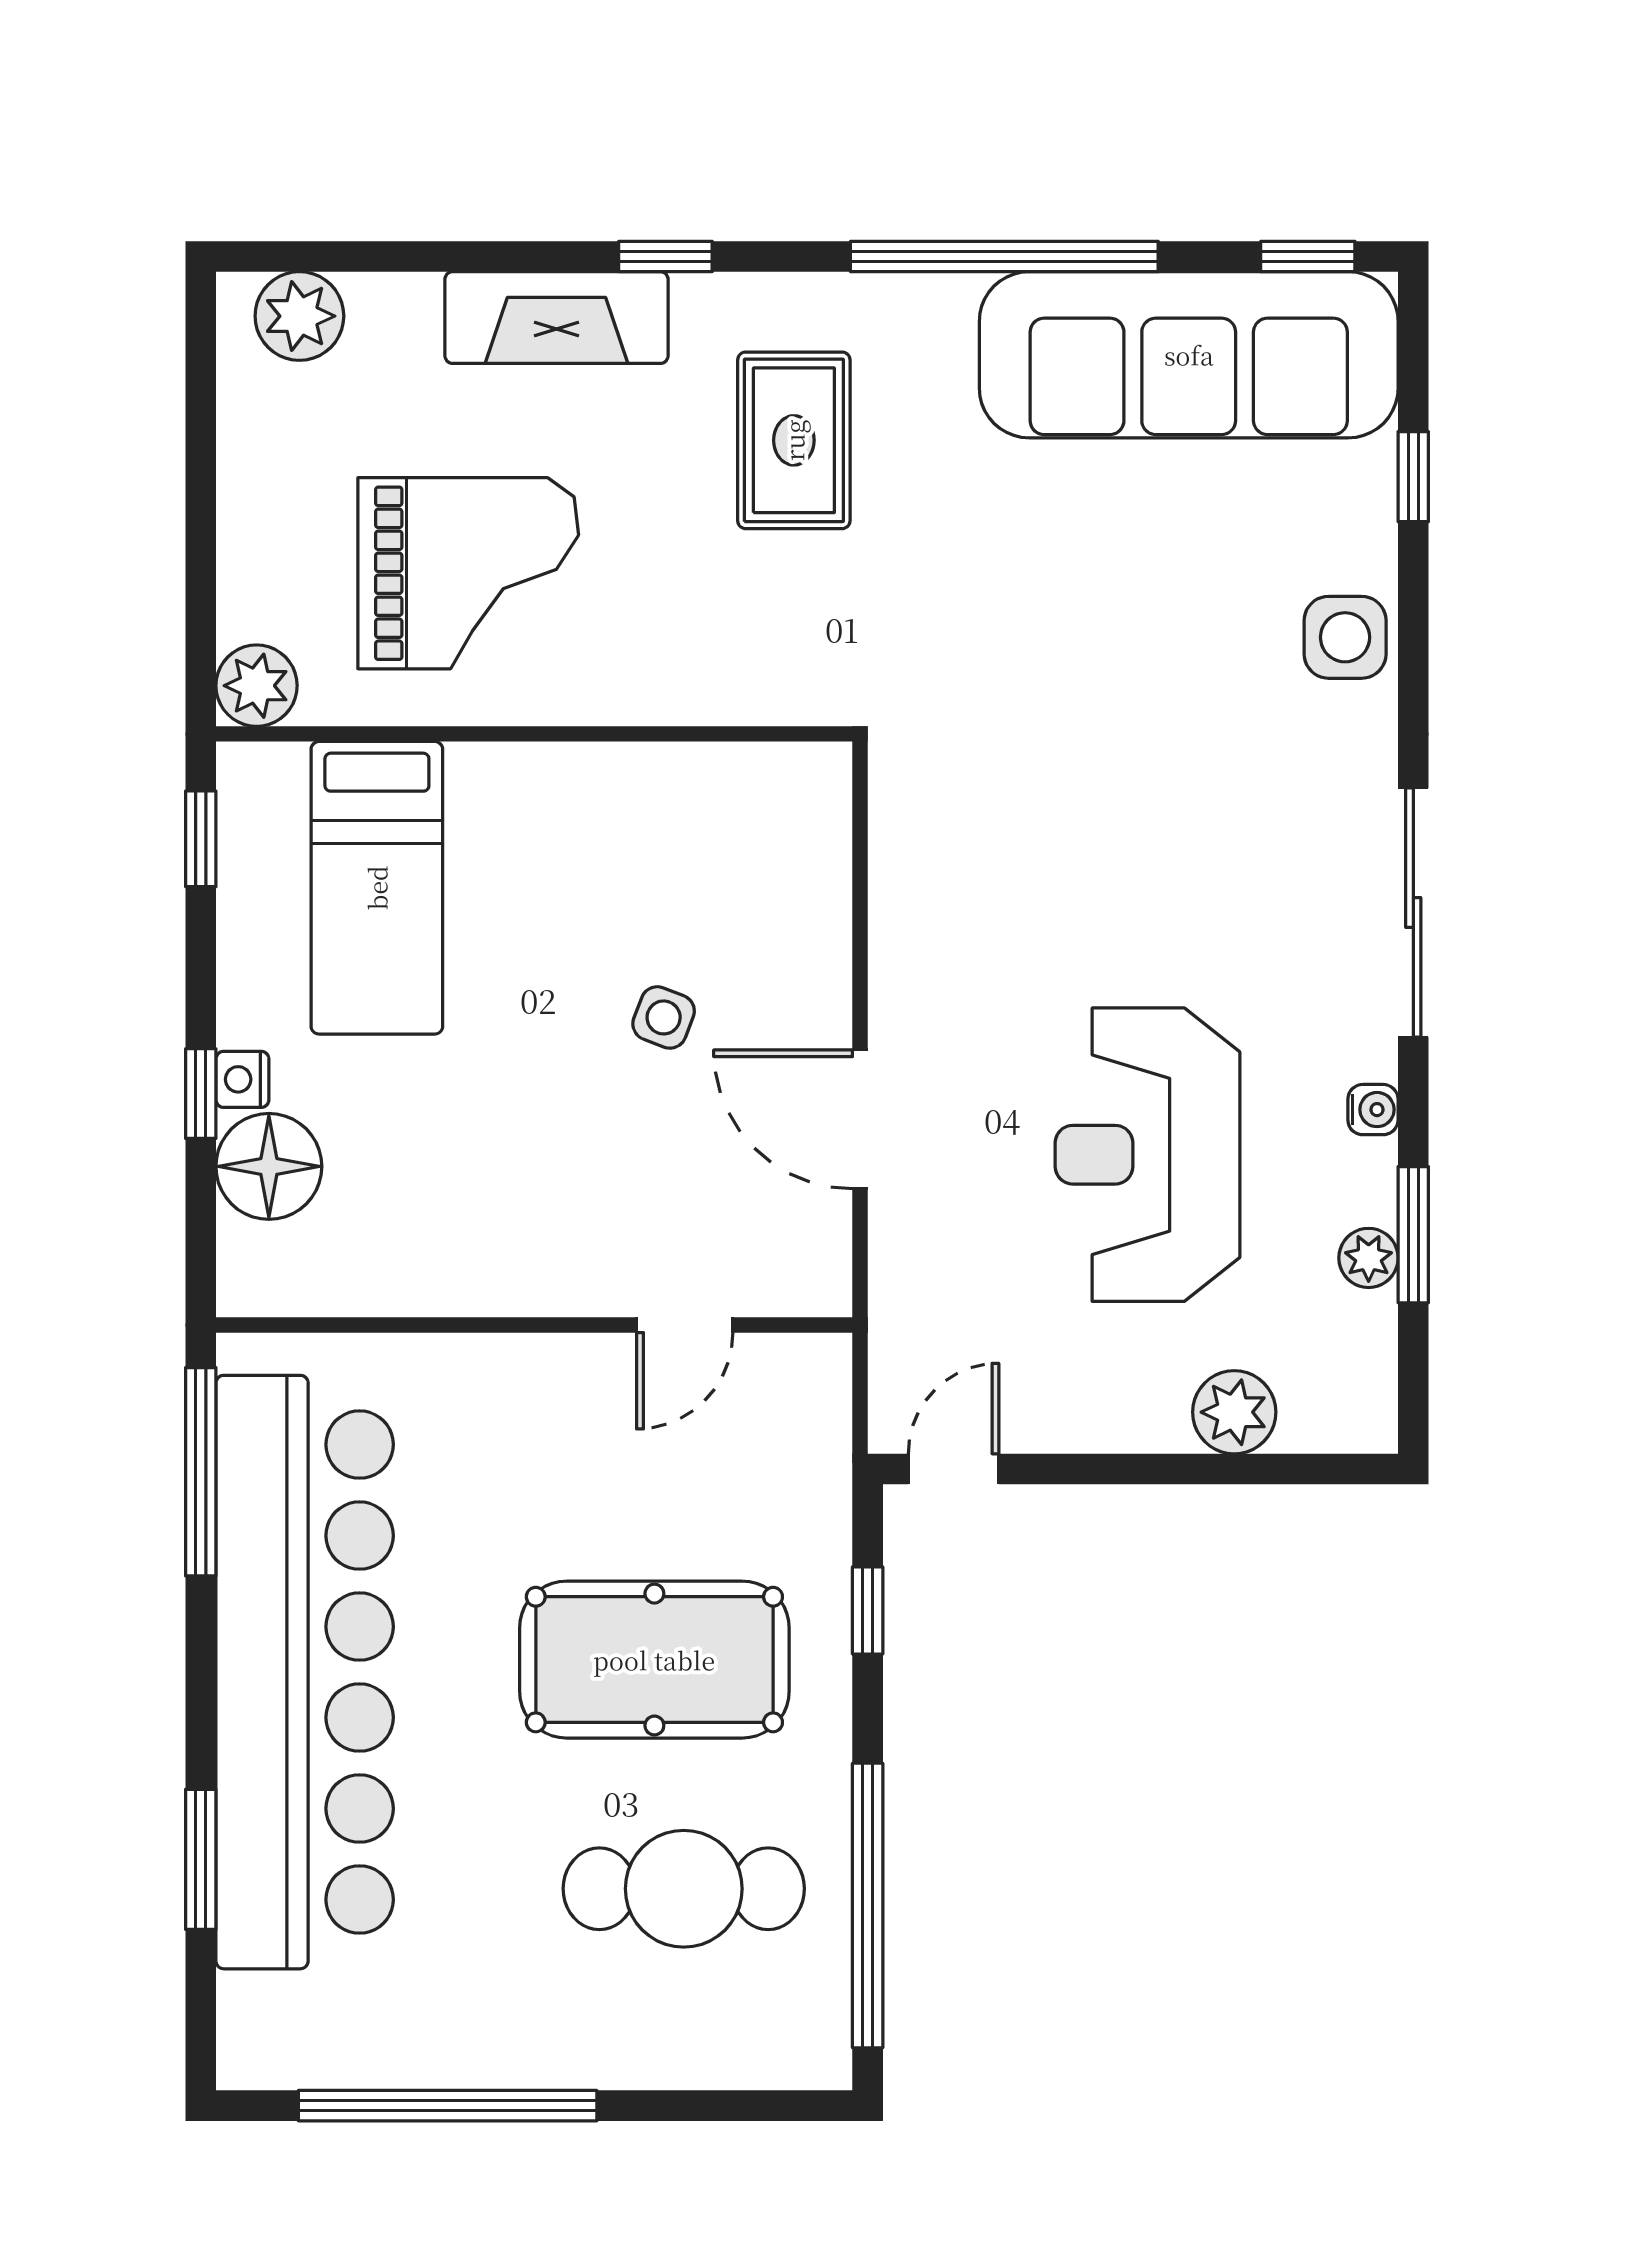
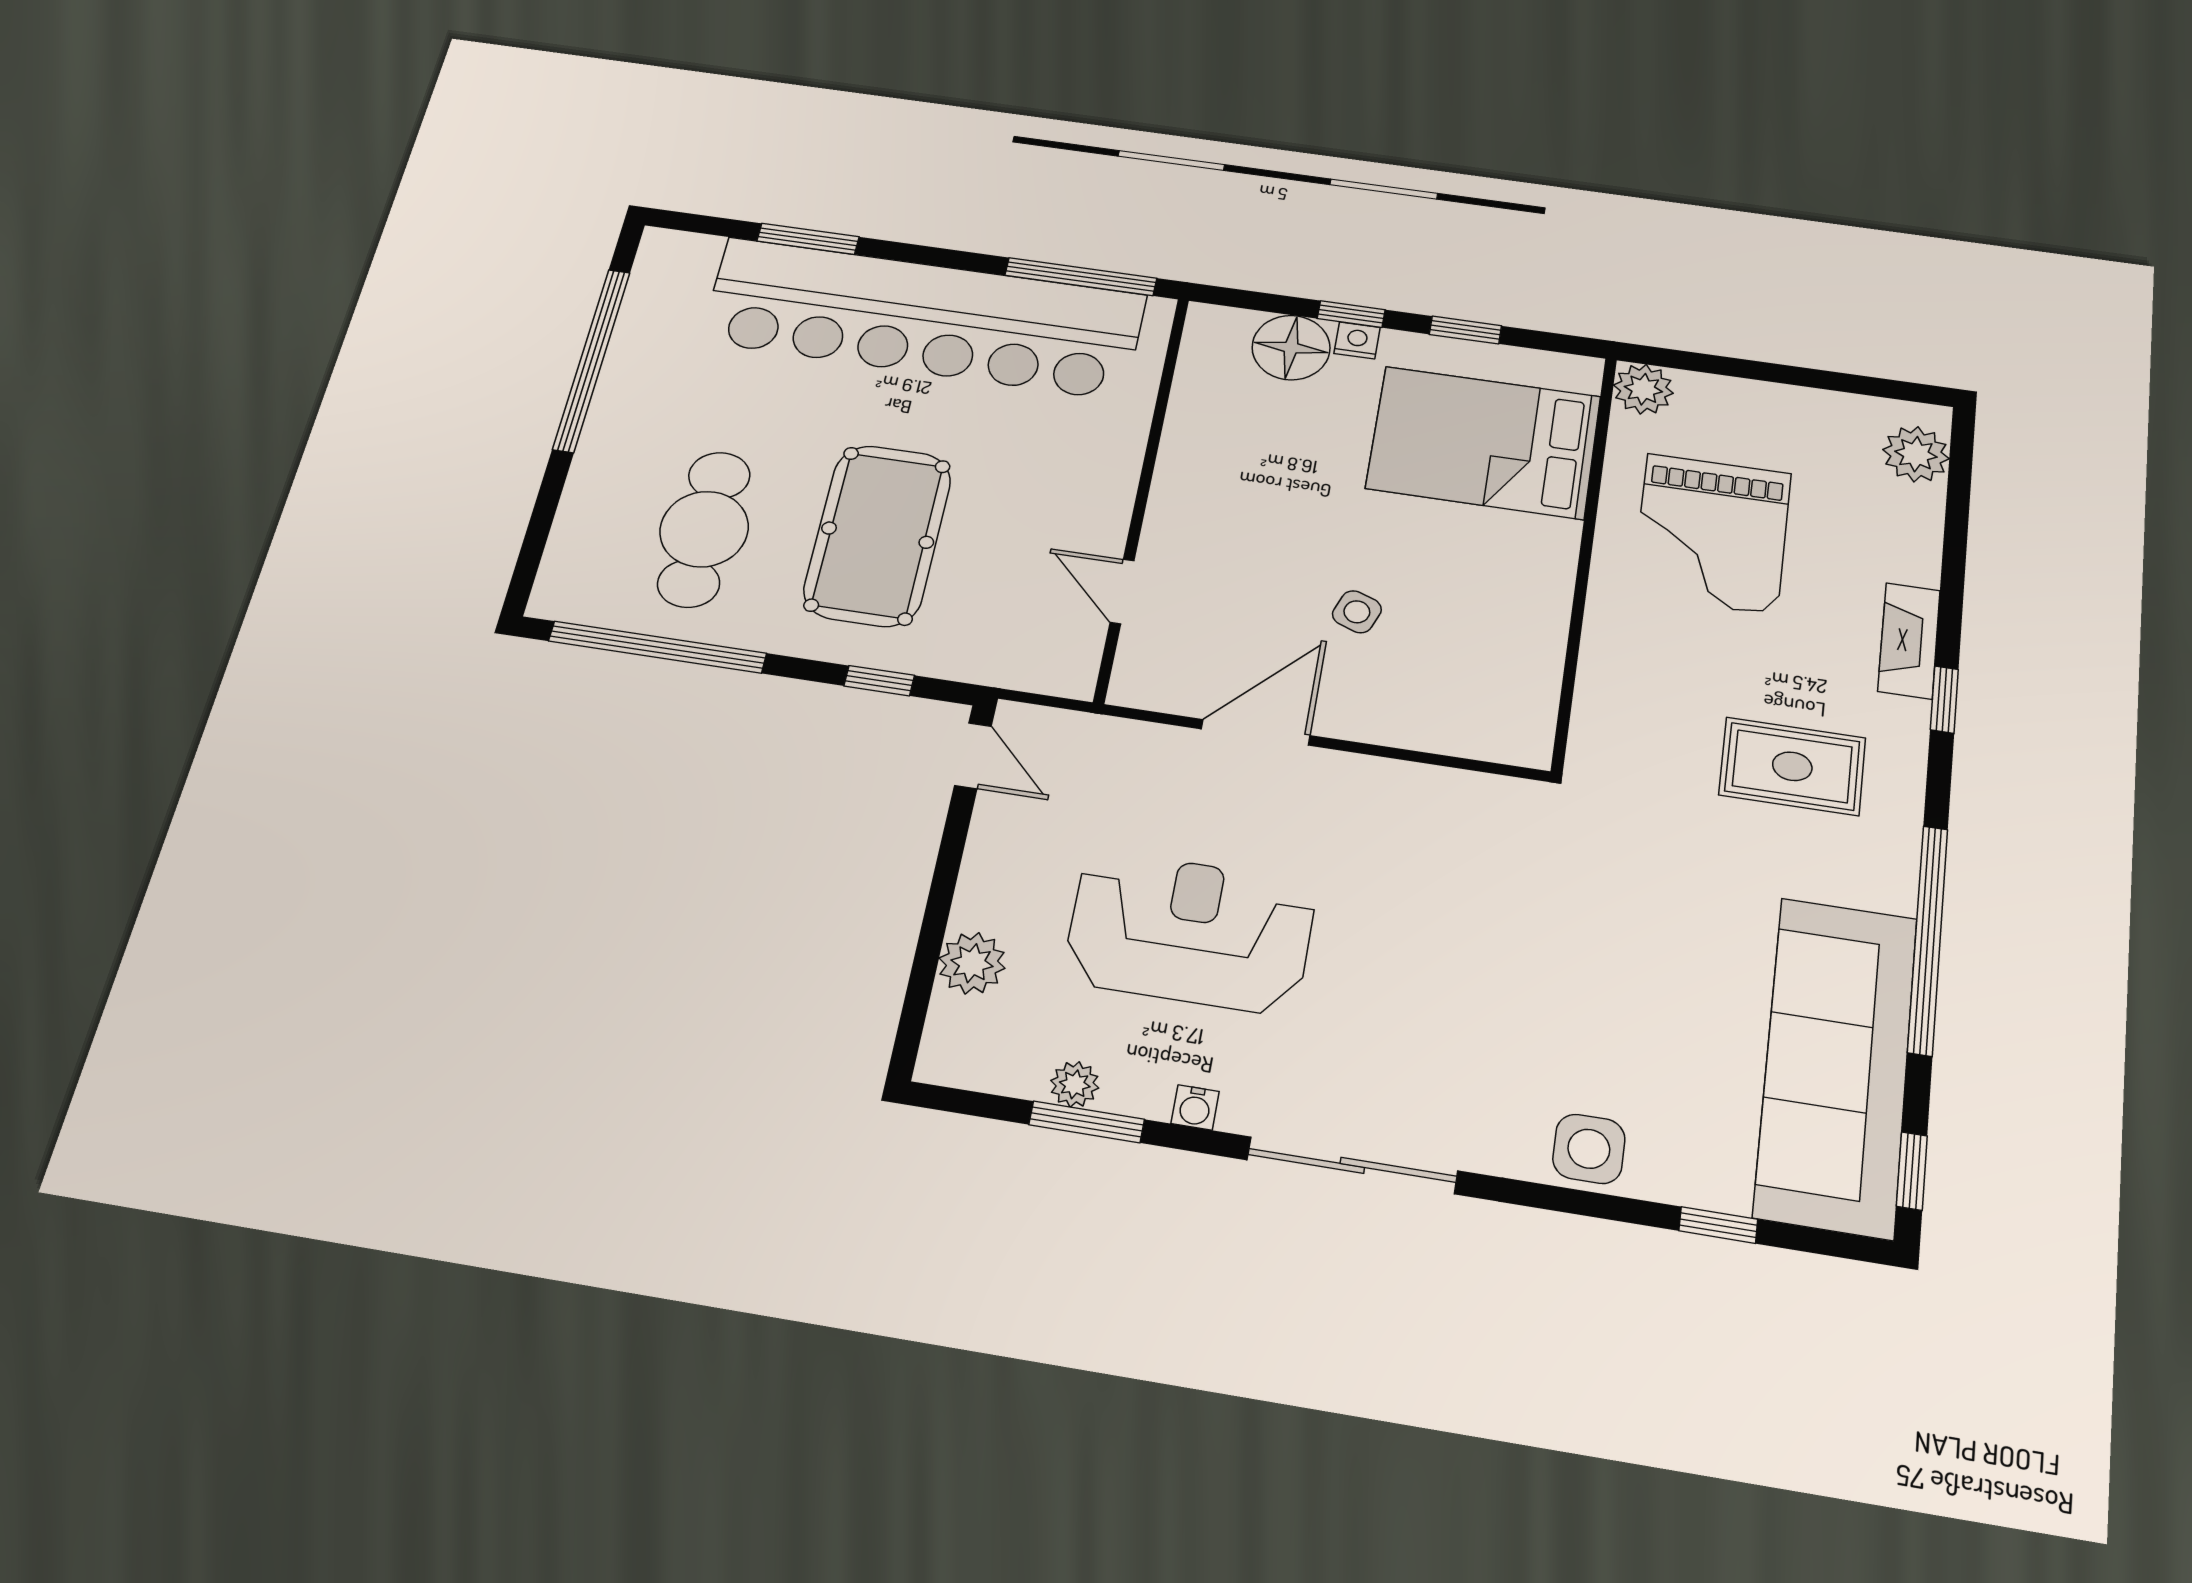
fireplace: (557, 318) -> (1909, 641), width x0.73, depth x0.76
window: (201, 839) -> (1465, 330), moved
bed: (377, 888) -> (1484, 442), width x1.50

